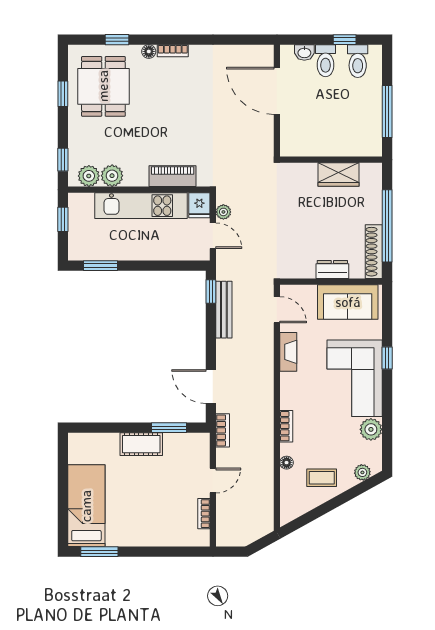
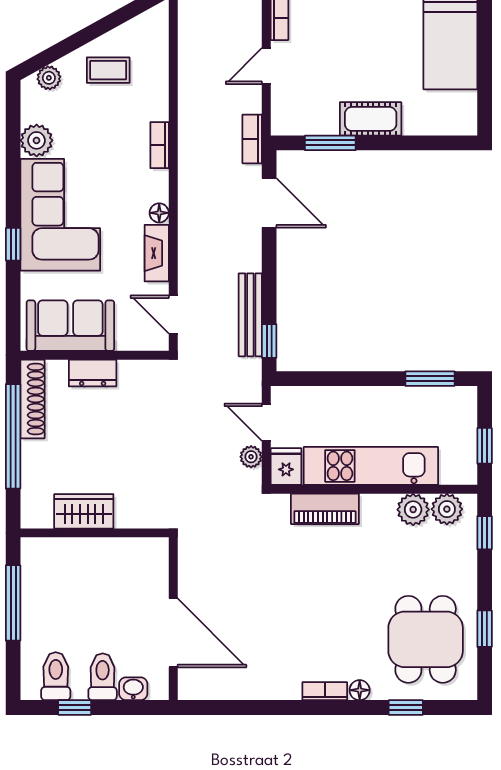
floor lamp: (287, 463) -> (159, 213), moved

